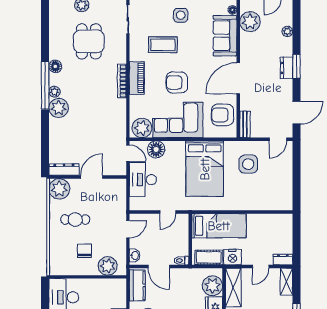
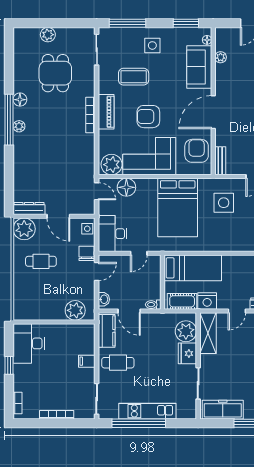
plant: (250, 22) -> (221, 57), width x0.53, depth x0.53
plant: (59, 108) -> (23, 143), removed
armchair: (223, 115) -> (197, 151), turned 90
door: (92, 177) -> (58, 216), swing flipped
desk: (143, 180) -> (112, 234), moved
side table: (119, 189) -> (87, 229), added
chair: (84, 251) -> (87, 253), moved

